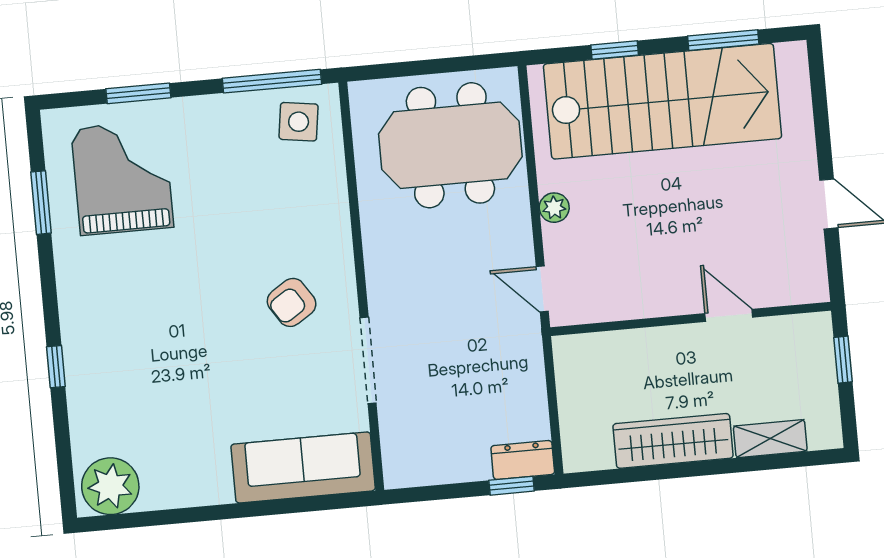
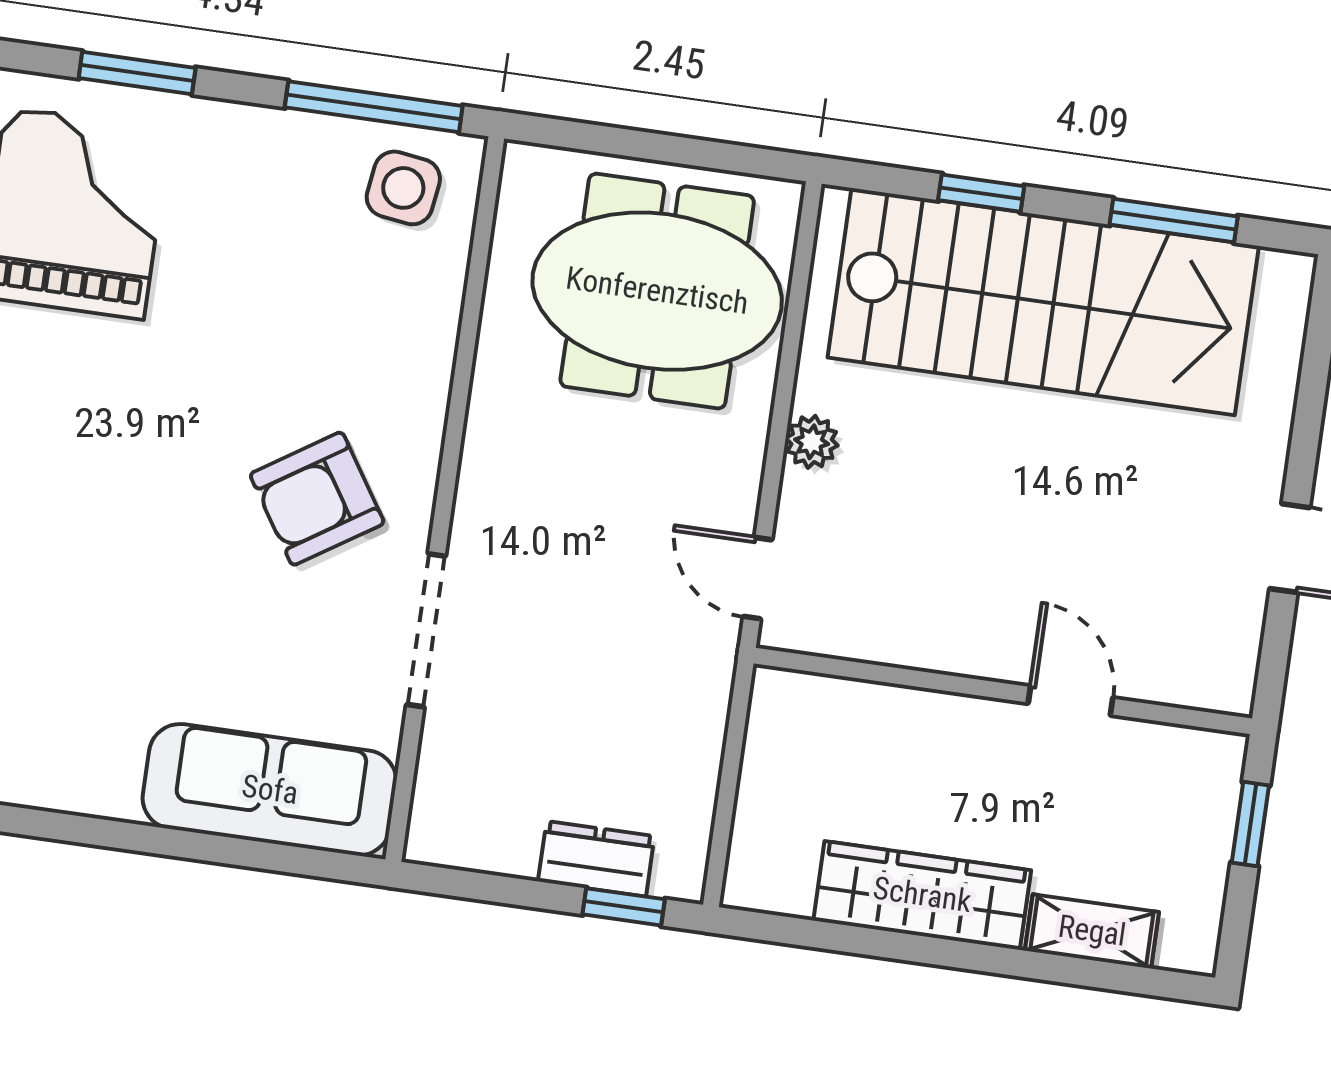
armchair: (292, 302) -> (317, 499), width x1.38, depth x1.38
dresser: (523, 460) -> (596, 859), moved

